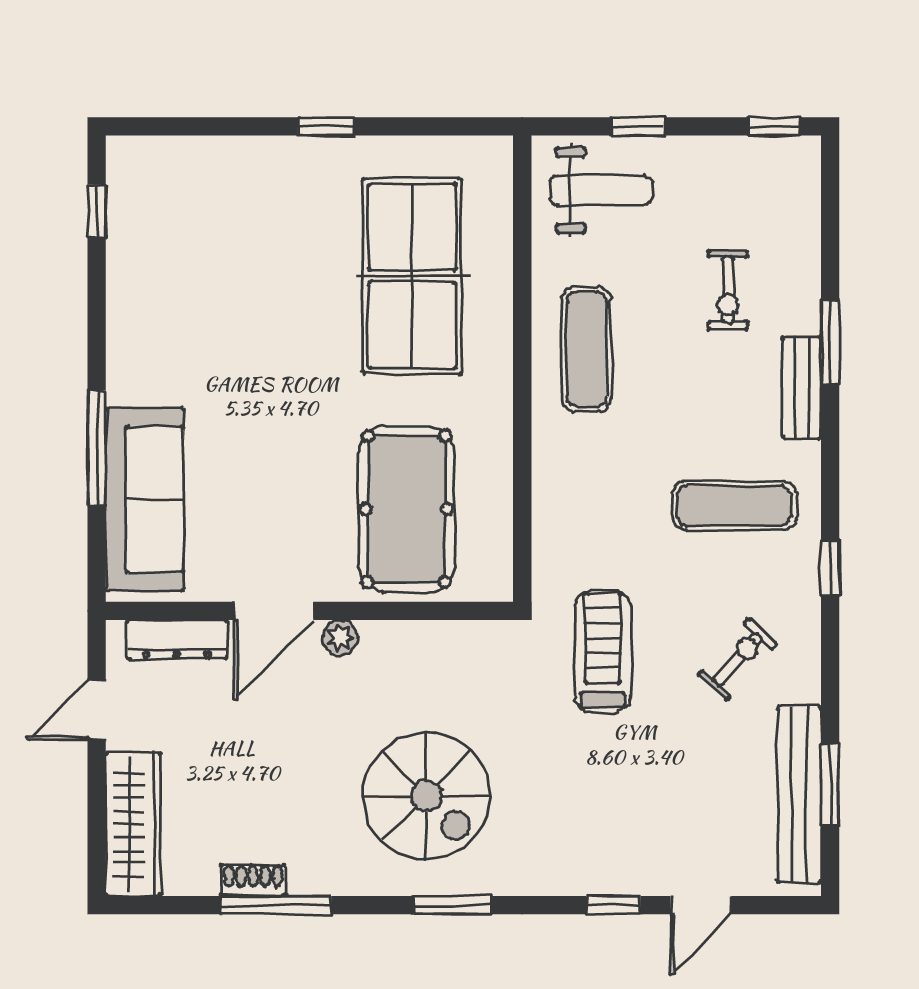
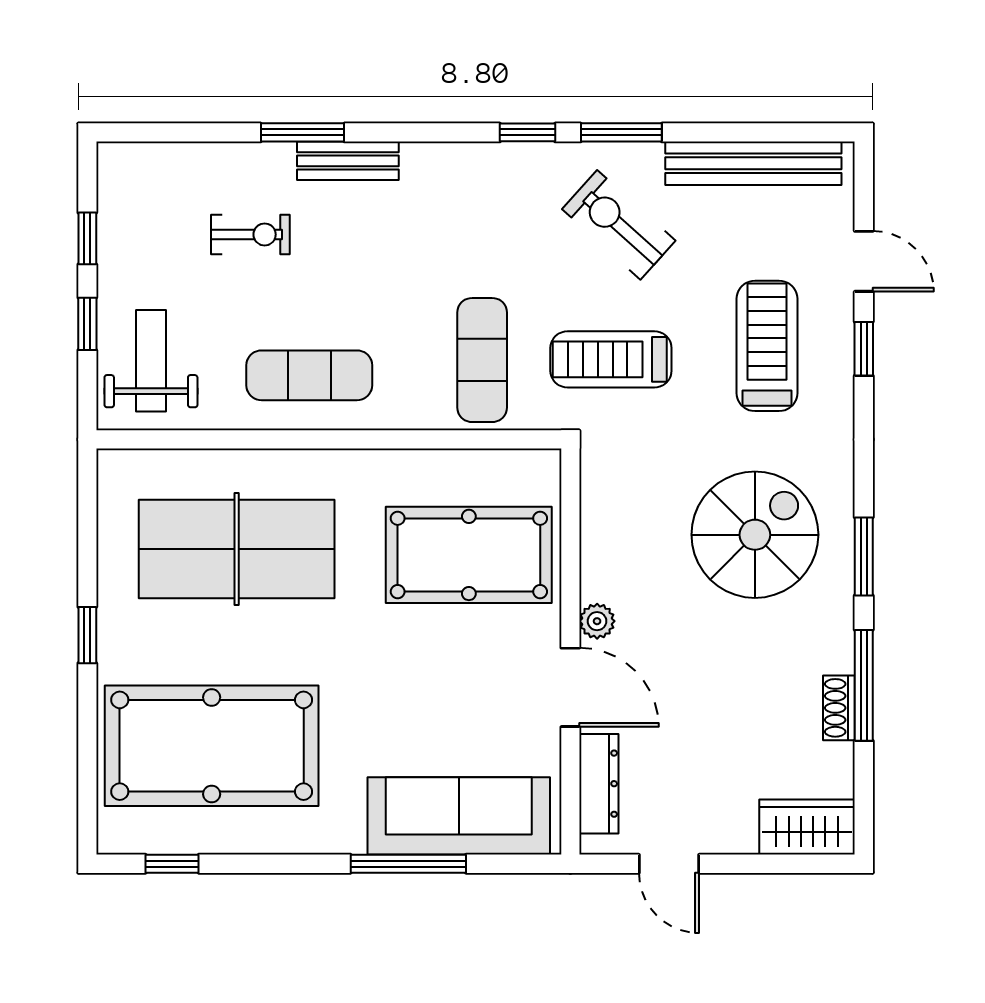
window: (774, 126) -> (87, 238), moved
pool table: (215, 251) -> (212, 746), added
exercise mat: (734, 506) -> (482, 360), moved
exercise bike: (737, 659) -> (619, 225), width x1.38, depth x1.39
window: (830, 785) -> (621, 132), moved
treadmill: (616, 808) -> (767, 346), added
wardrobe: (133, 824) -> (807, 827), width x0.67
window: (452, 905) -> (864, 556), moved

